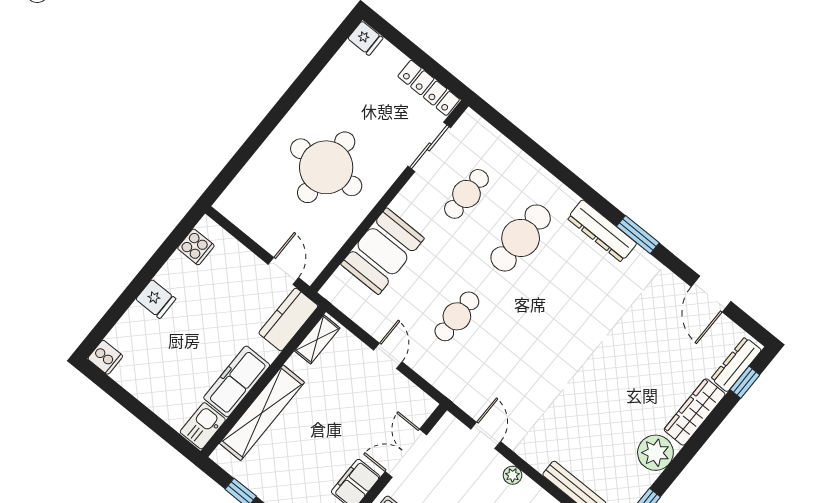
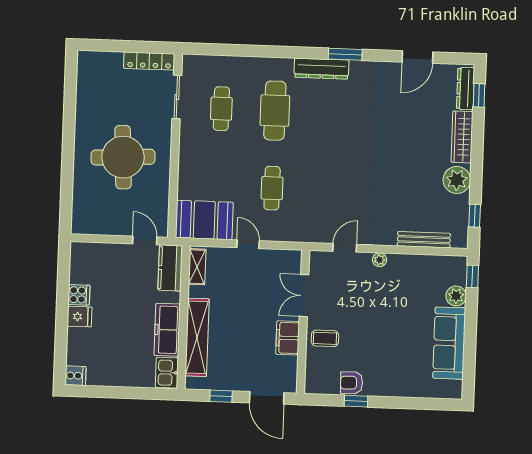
fridge: (365, 38) -> (87, 60), removed
cooker: (196, 247) -> (79, 295), moved
booth: (382, 251) -> (204, 220), moved, turned 90
door: (711, 294) -> (418, 57), hinge flipped
door: (486, 435) -> (345, 248), hinge flipped

